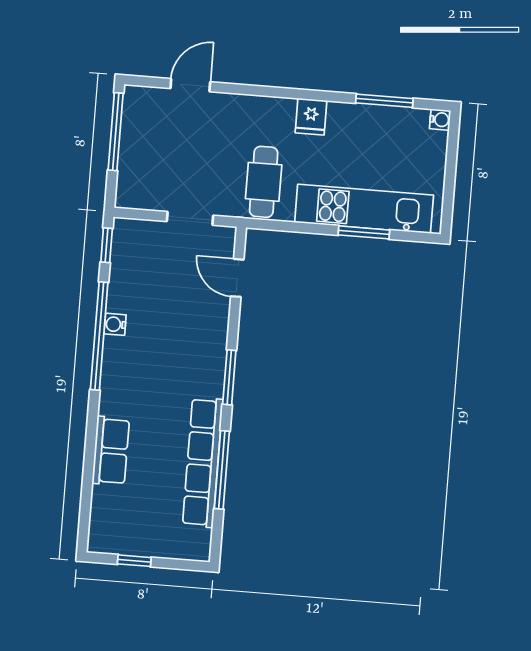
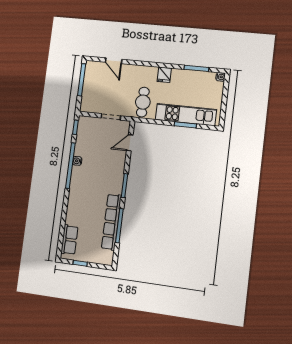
door: (190, 85) -> (114, 61), swing flipped
door: (237, 278) -> (130, 143), hinge flipped
row of seats: (111, 451) -> (69, 240), moved

